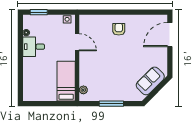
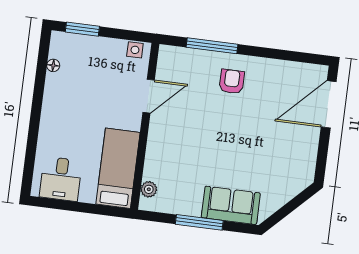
window: (106, 12) -> (212, 46), added
door: (77, 42) -> (149, 96), hinge flipped
desk: (34, 47) -> (61, 179), moved, turned -90
sofa: (150, 81) -> (231, 205), moved, turned 45

